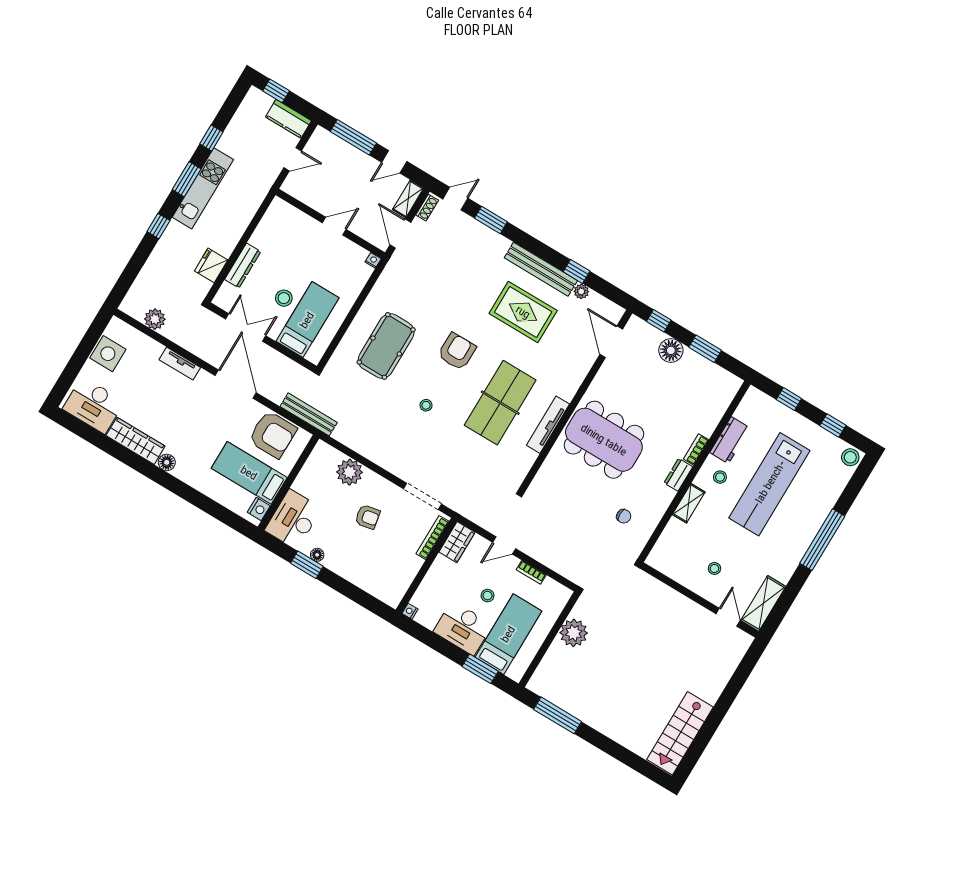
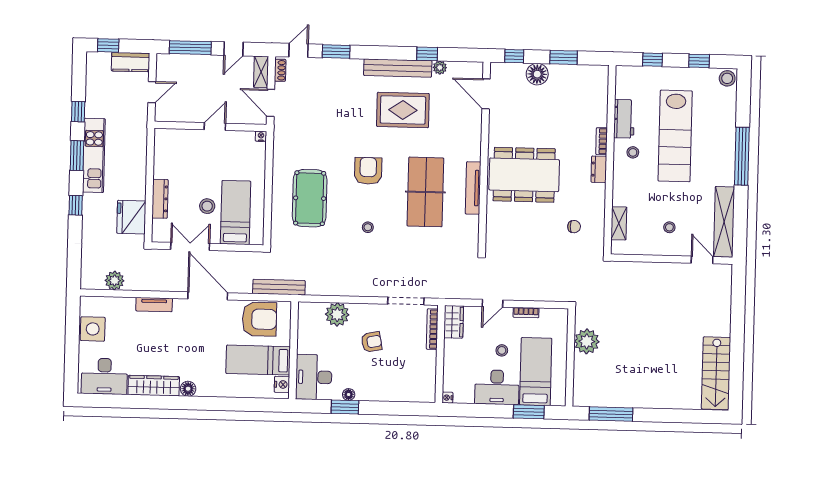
fridge: (211, 265) -> (131, 217), width x1.36, depth x1.34
shelving: (689, 503) -> (619, 223), moved
shelving: (763, 603) -> (724, 222), width x1.47

